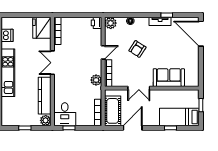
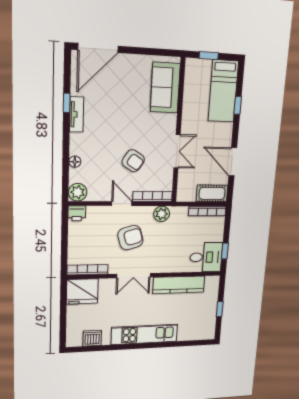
armchair: (137, 49) -> (133, 161), moved
armchair: (80, 59) -> (130, 238), added
sofa: (169, 78) -> (165, 88), moved
cot: (113, 111) -> (212, 193), width x0.73, depth x0.75
plant: (46, 120) -> (212, 283), removed

